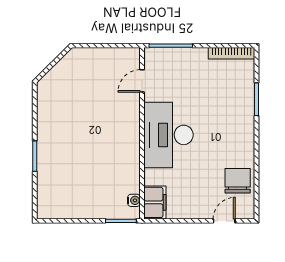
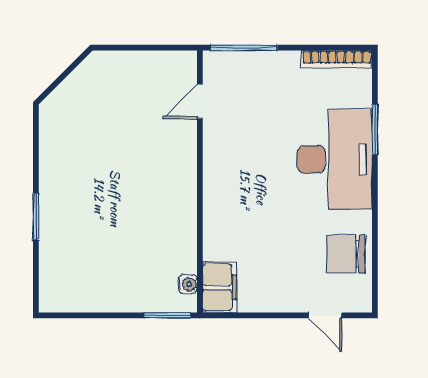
desk: (168, 135) -> (335, 159), moved, turned 180
chair: (238, 181) -> (346, 254), turned -90
door: (224, 221) -> (325, 315), swing flipped

